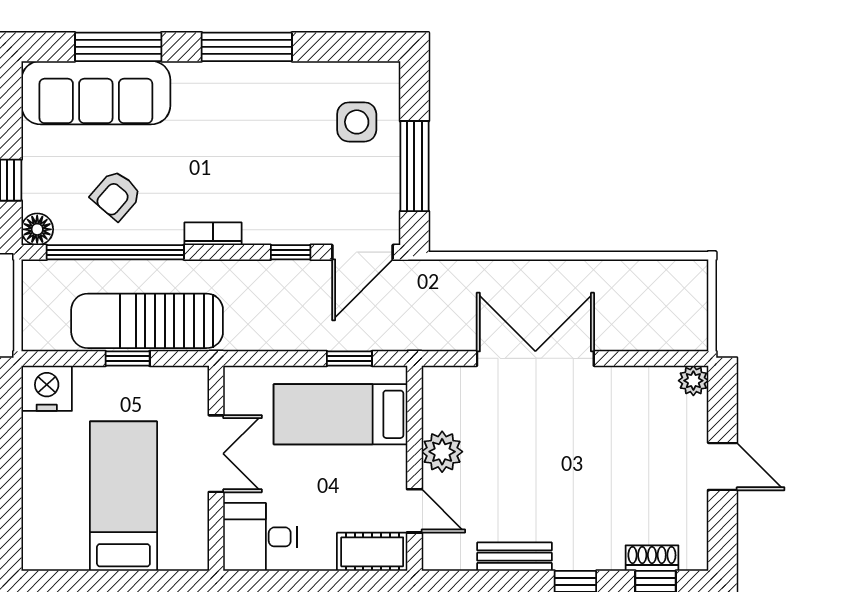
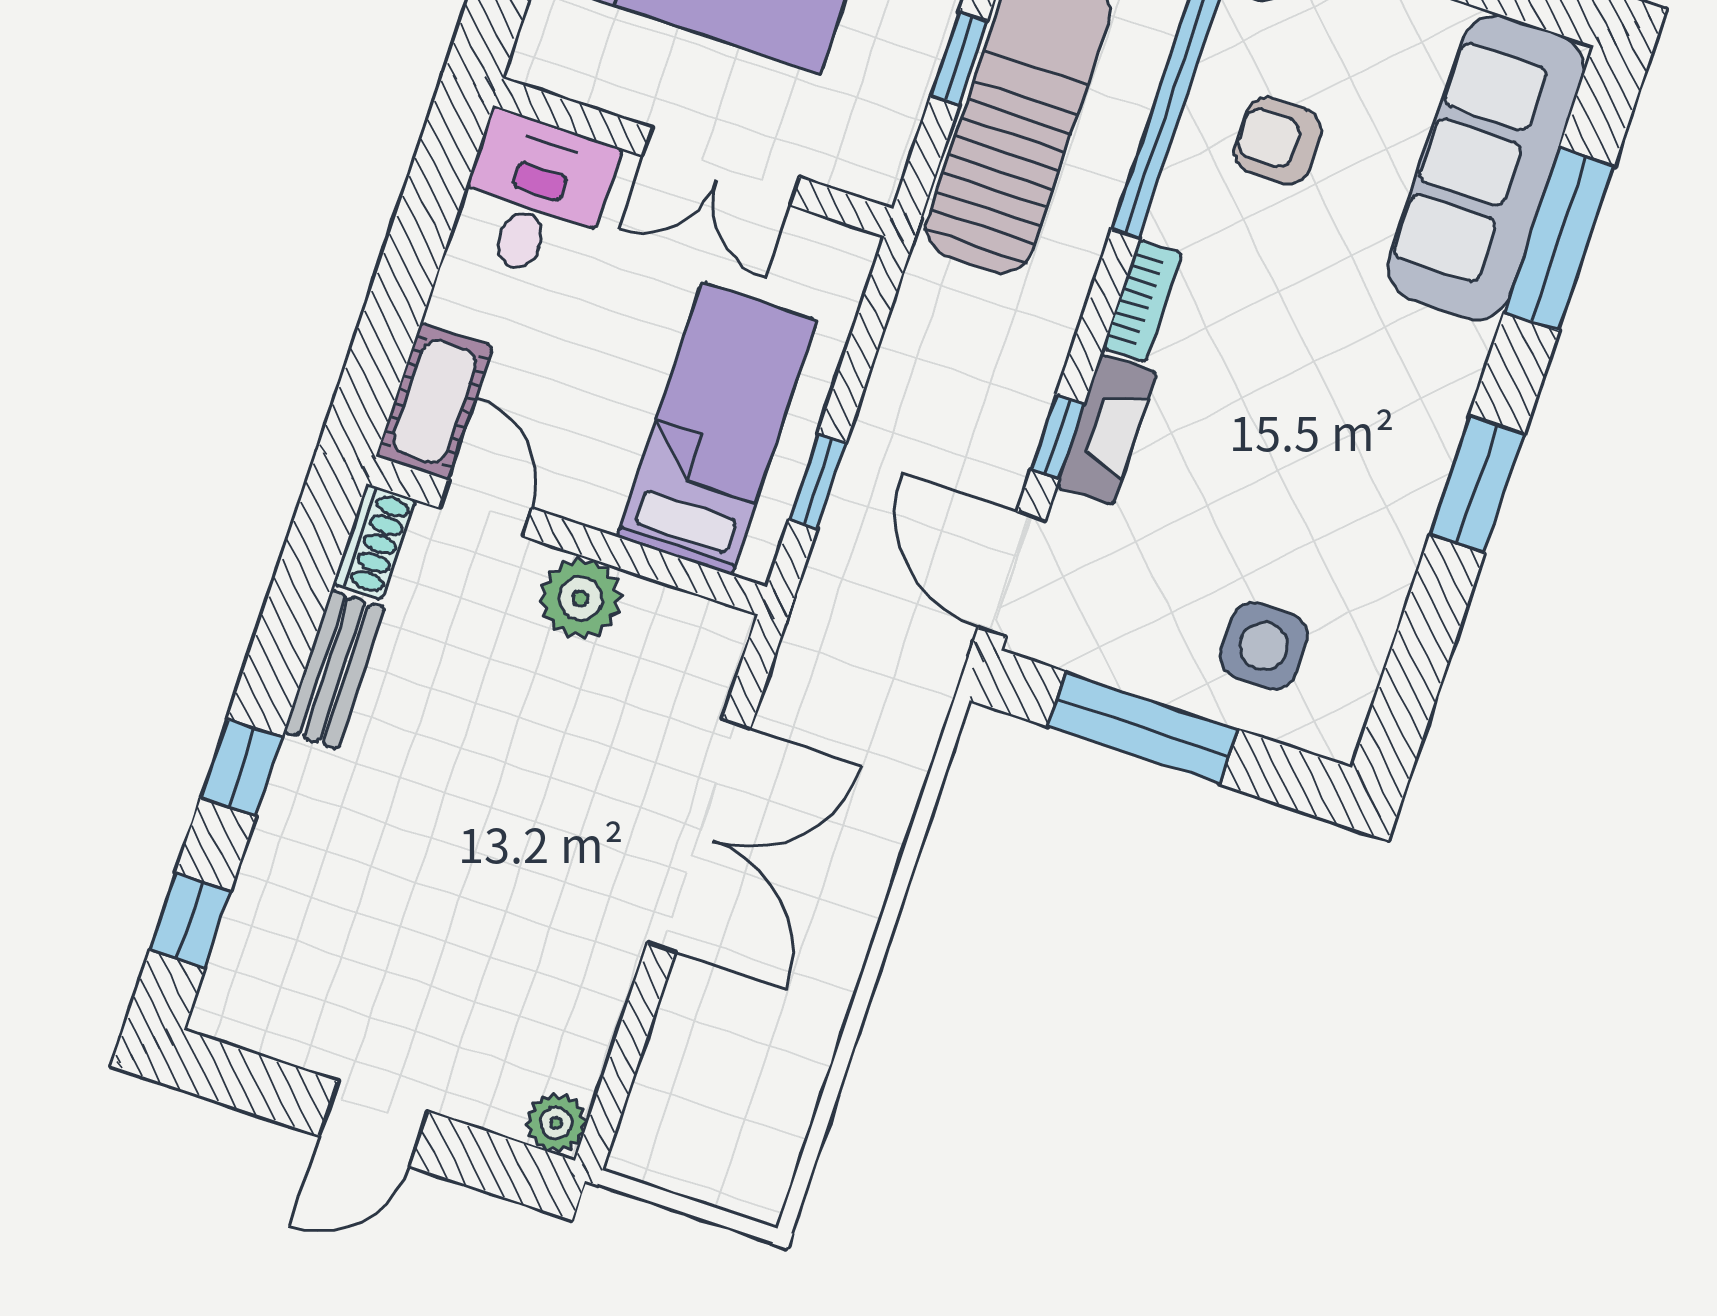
window: (247, 47) -> (1477, 484), width x0.69
armchair: (116, 195) -> (1278, 141), turned -41
fireplace: (279, 230) -> (1107, 430), added
door: (414, 511) -> (486, 508), swing flipped
shoe rack: (652, 558) -> (374, 542), moved

